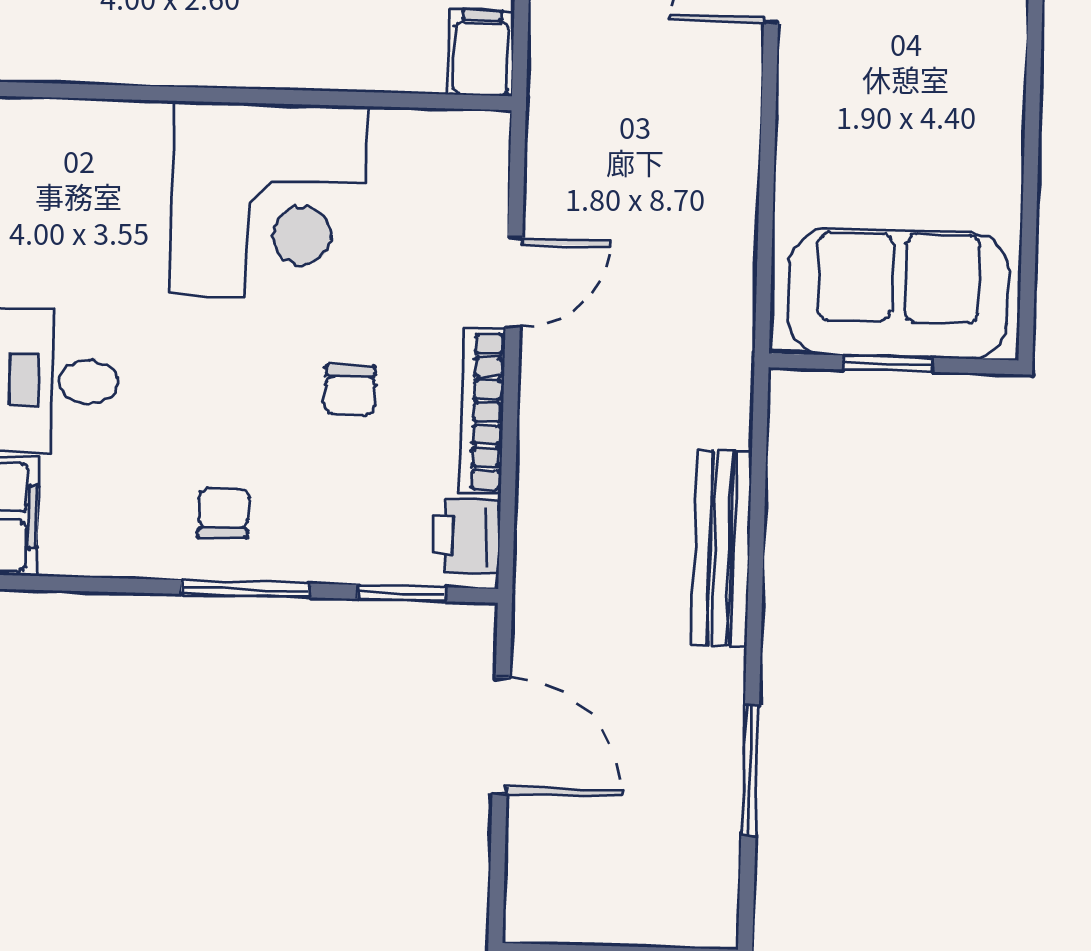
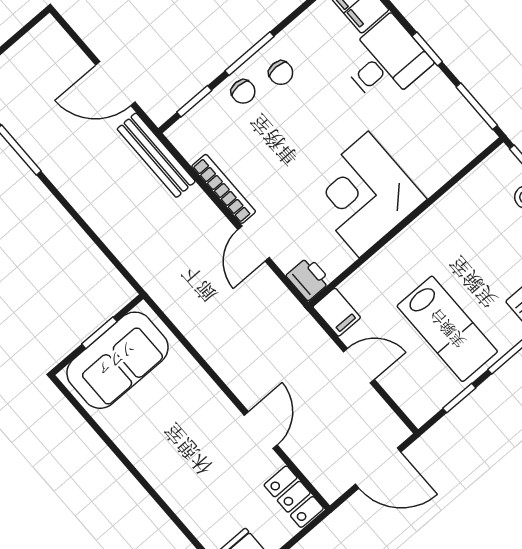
chair: (350, 390) -> (243, 92), moved, turned 180
printer: (466, 536) -> (308, 278), moved
bench: (722, 548) -> (156, 155), moved

